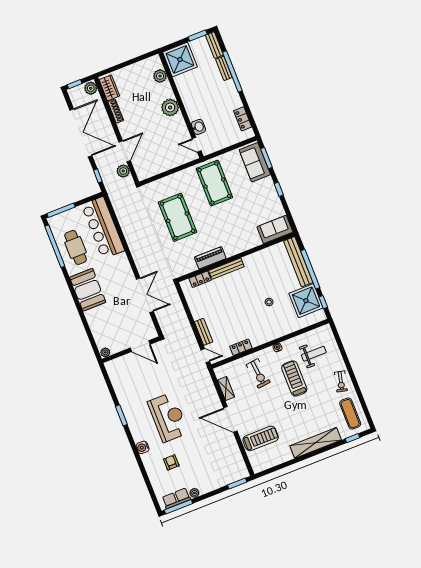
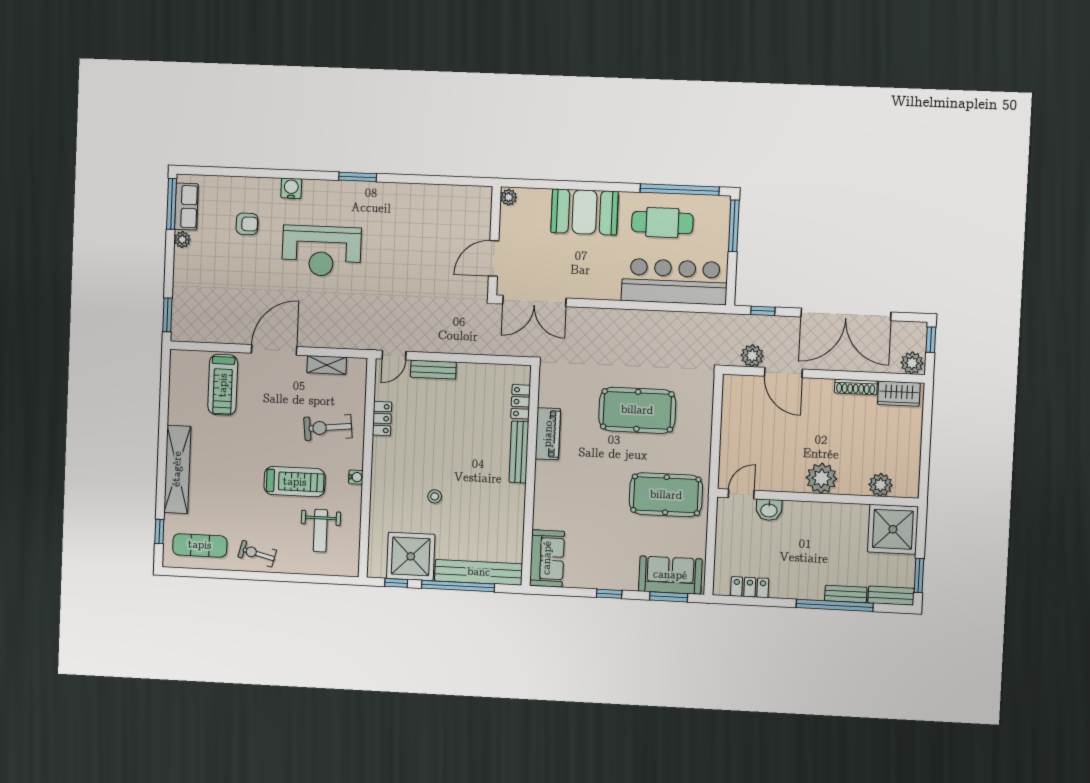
door: (140, 346) -> (494, 258), moved
wall: (131, 350) -> (494, 241), moved
plant: (105, 352) -> (509, 197), moved

